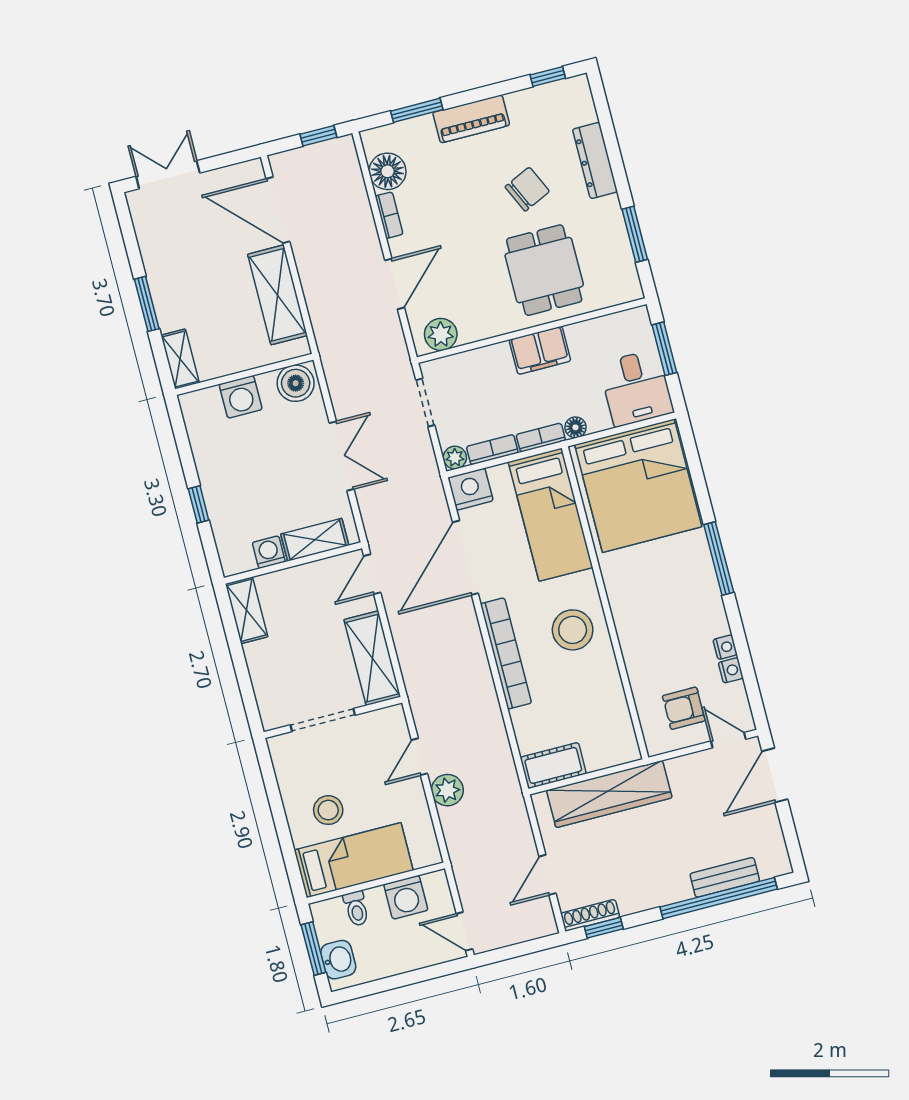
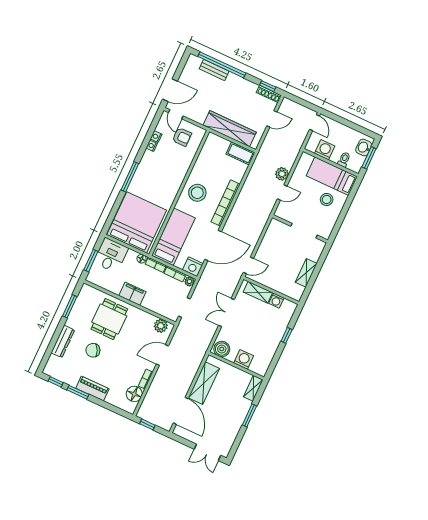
window: (417, 110) -> (78, 392), moved
shelving: (247, 610) -> (306, 273), moved
shelving: (372, 658) -> (271, 238), removed

